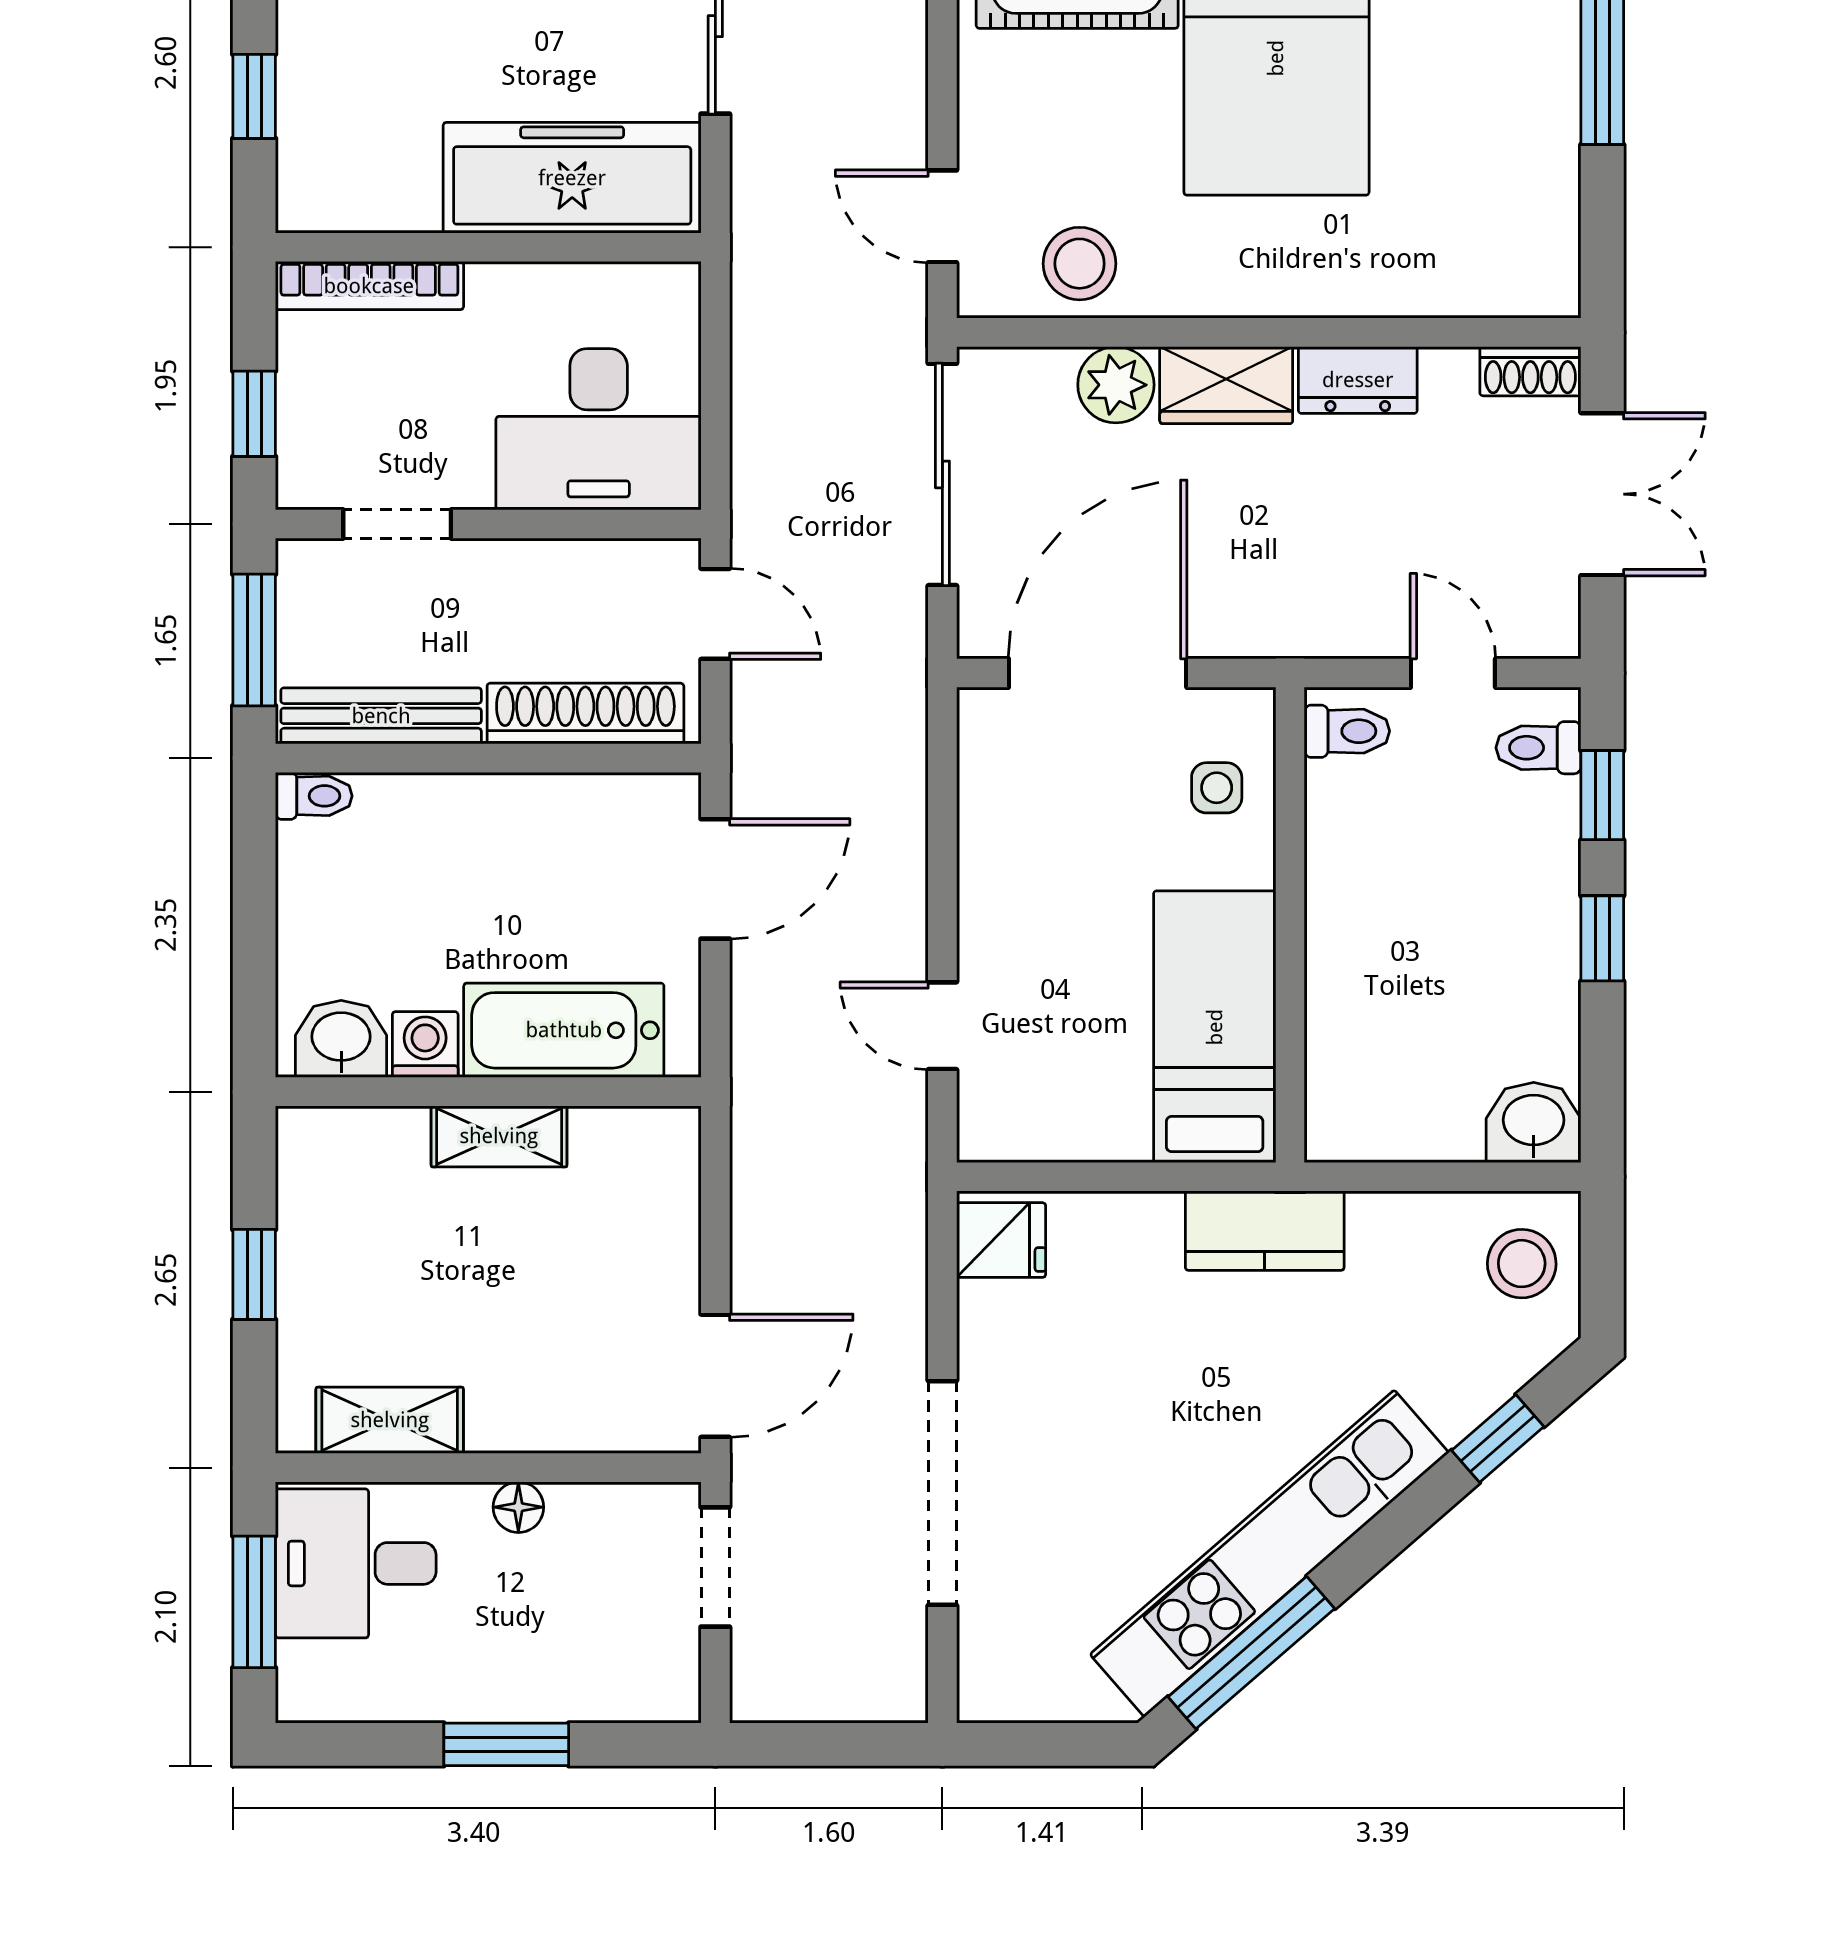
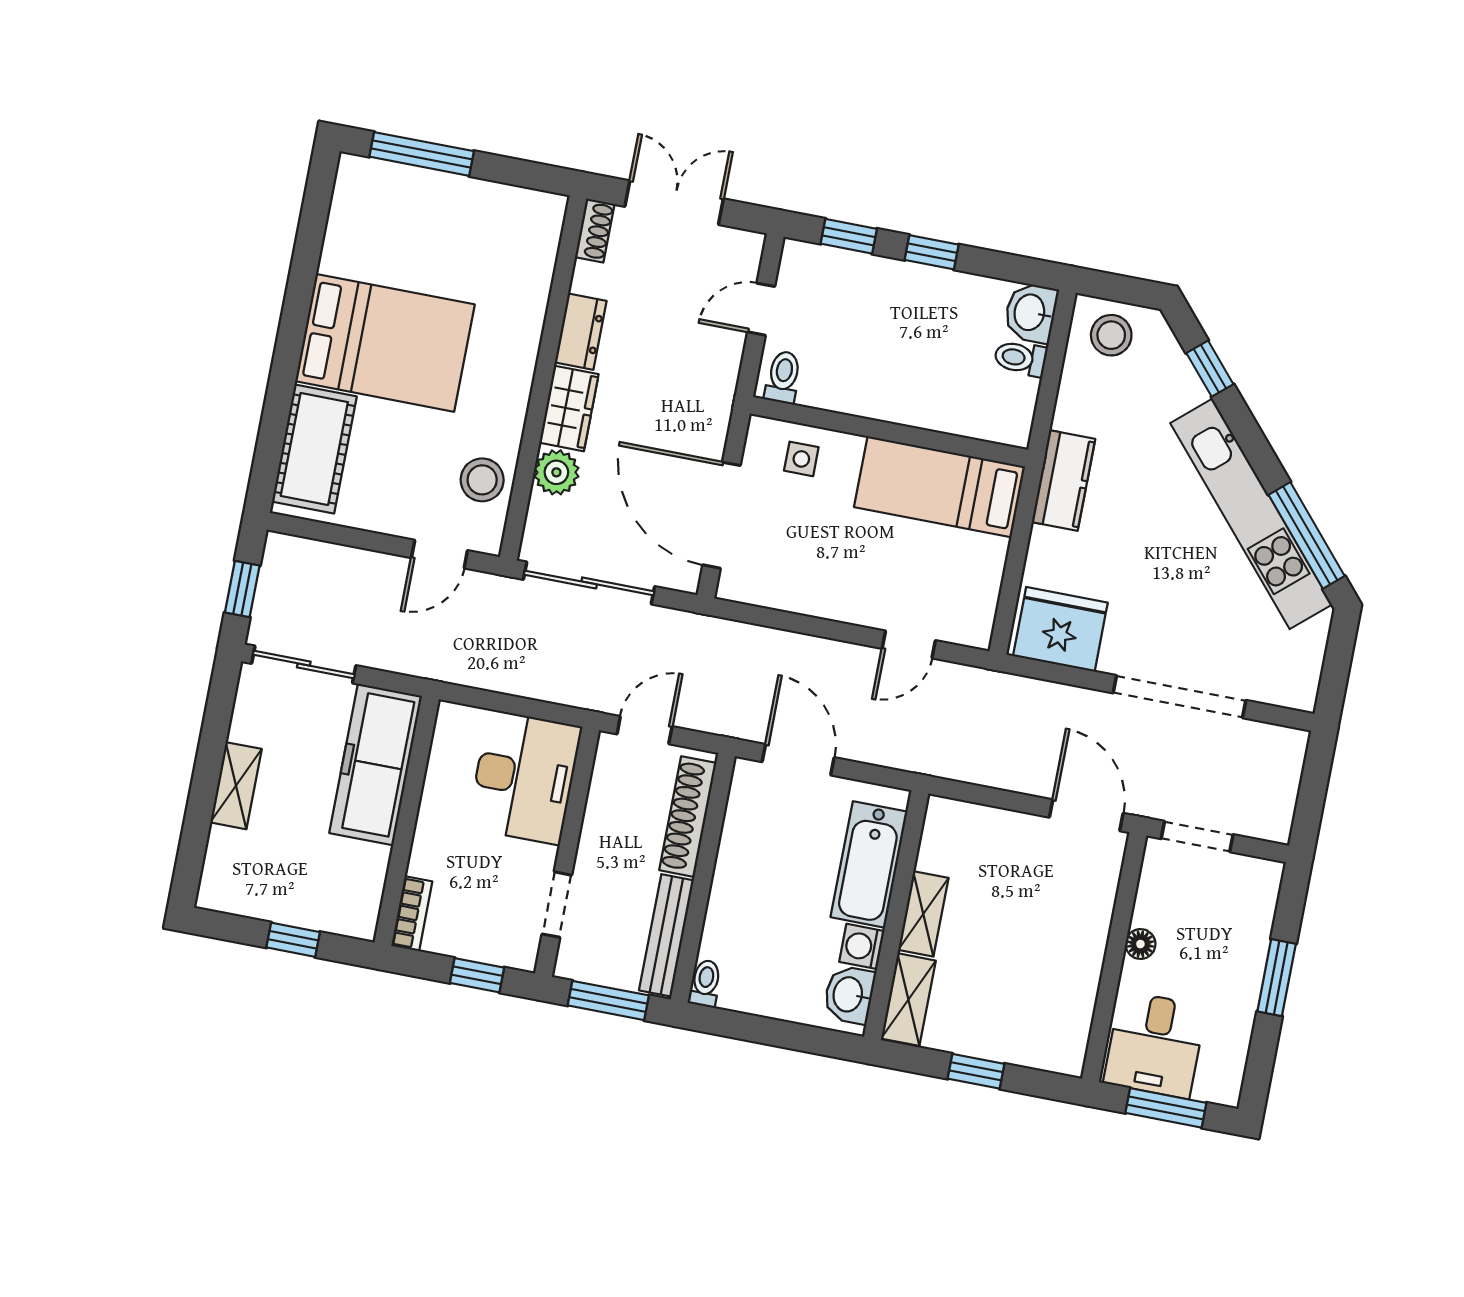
bookcase: (369, 286) -> (412, 914), width x0.64
toilet: (1538, 748) -> (1021, 358), moved, turned 90
fridge: (1001, 1240) -> (1060, 629), width x1.88, depth x1.34
shelving: (390, 1420) -> (908, 1000), moved

